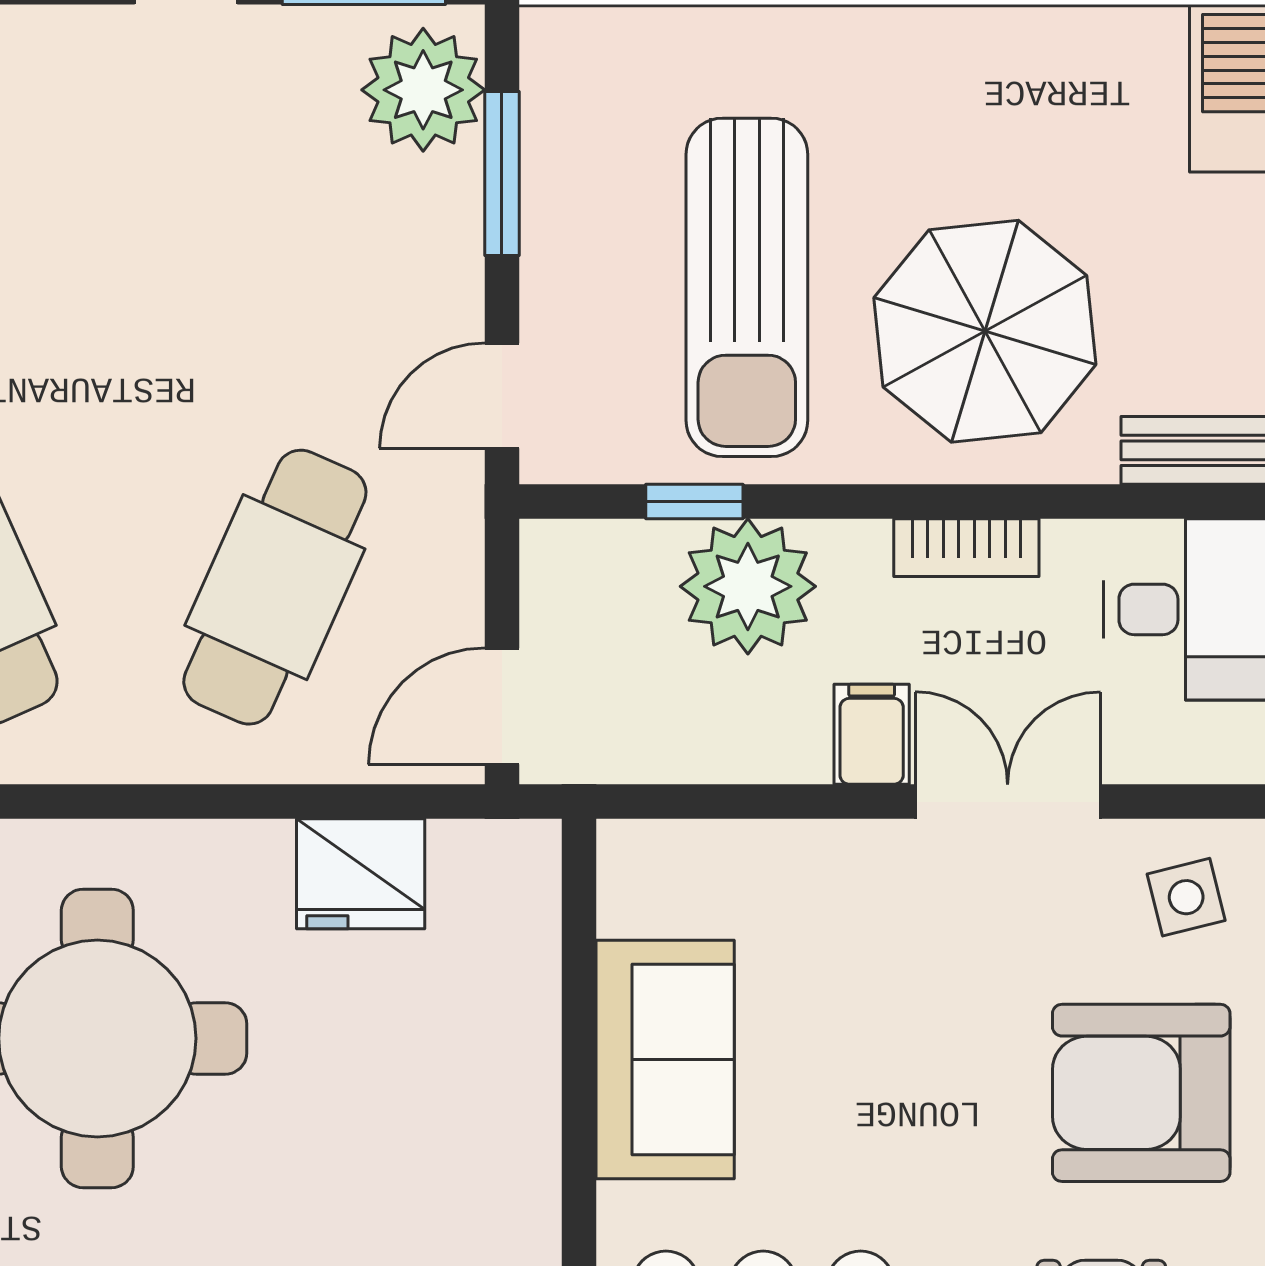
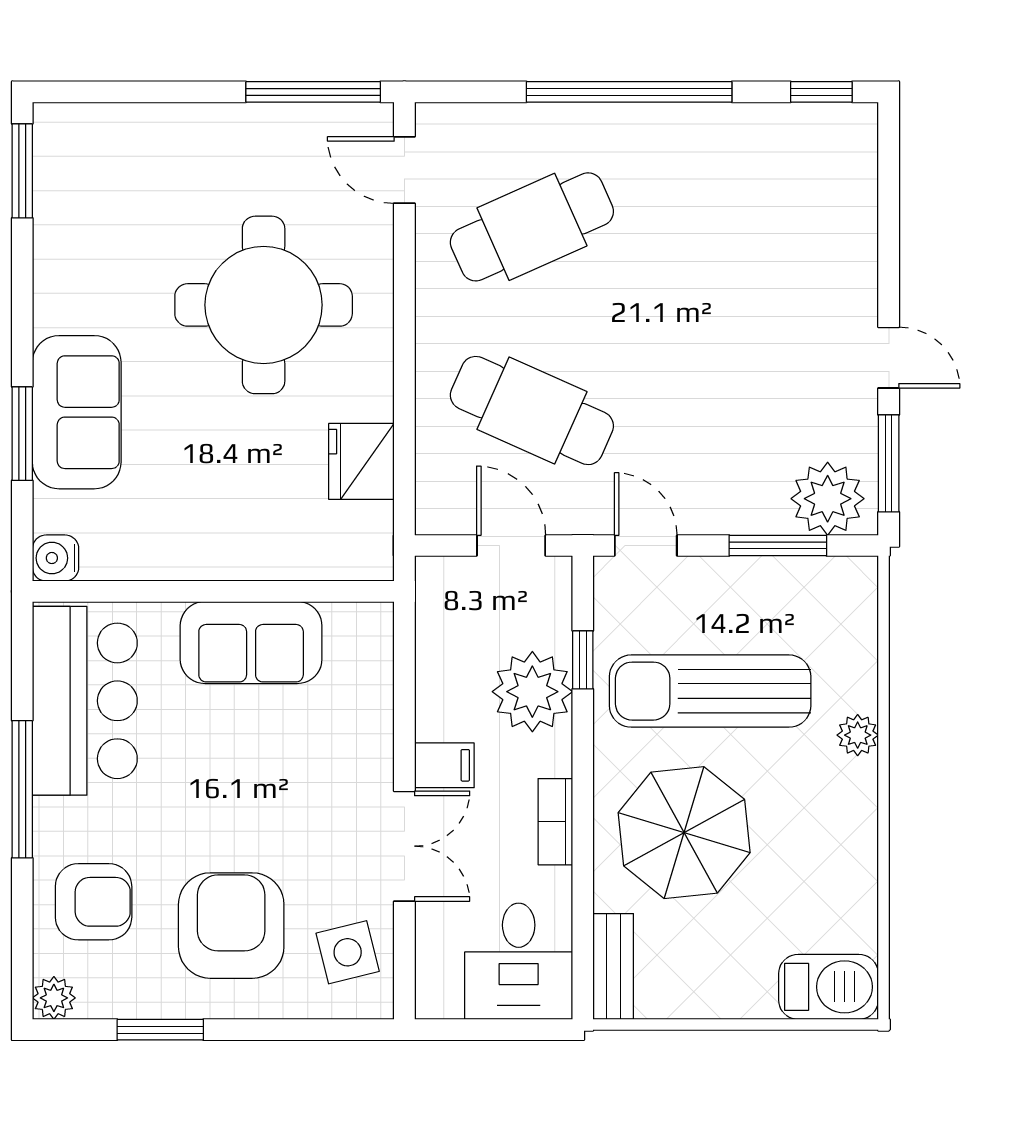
plant: (821, 39) -> (858, 735), added
door: (502, 706) -> (511, 545), moved
side table: (1186, 897) -> (348, 952), width x1.37, depth x1.37

